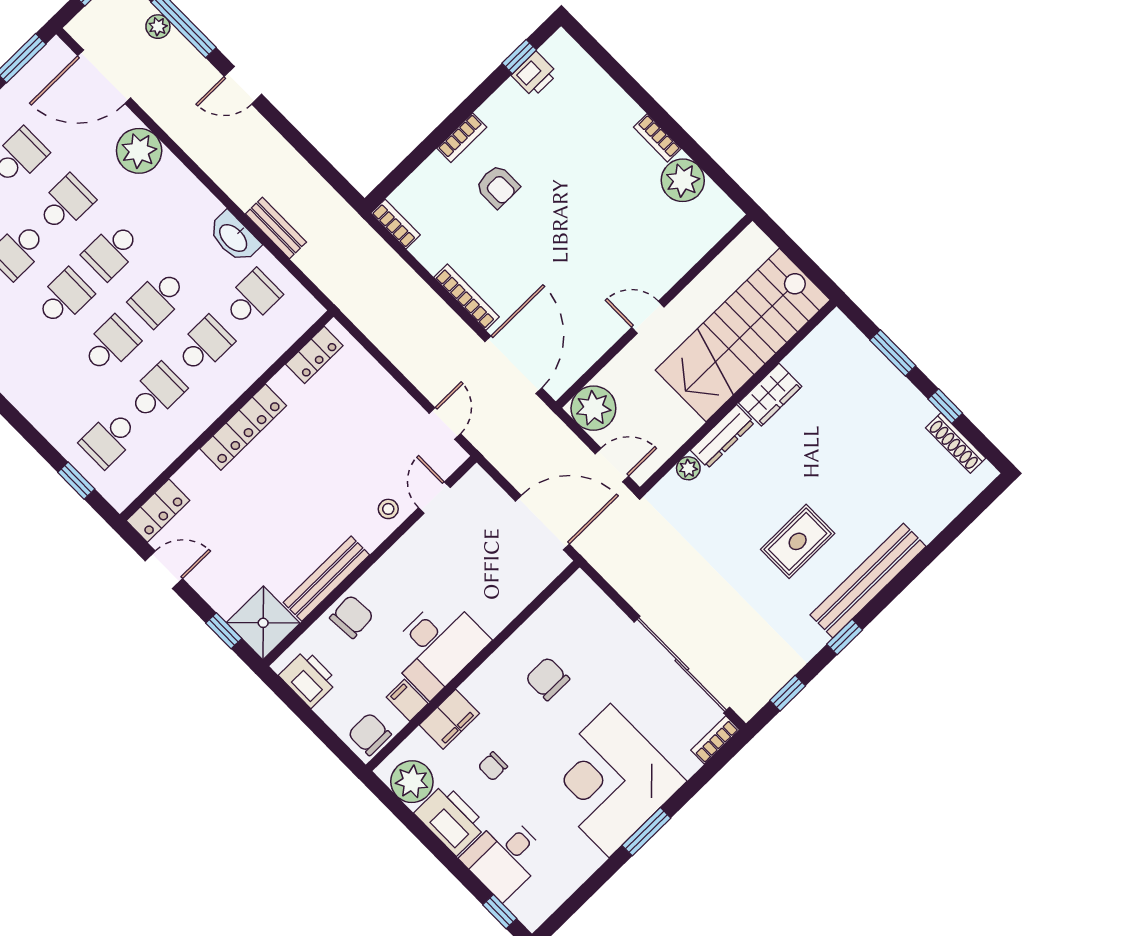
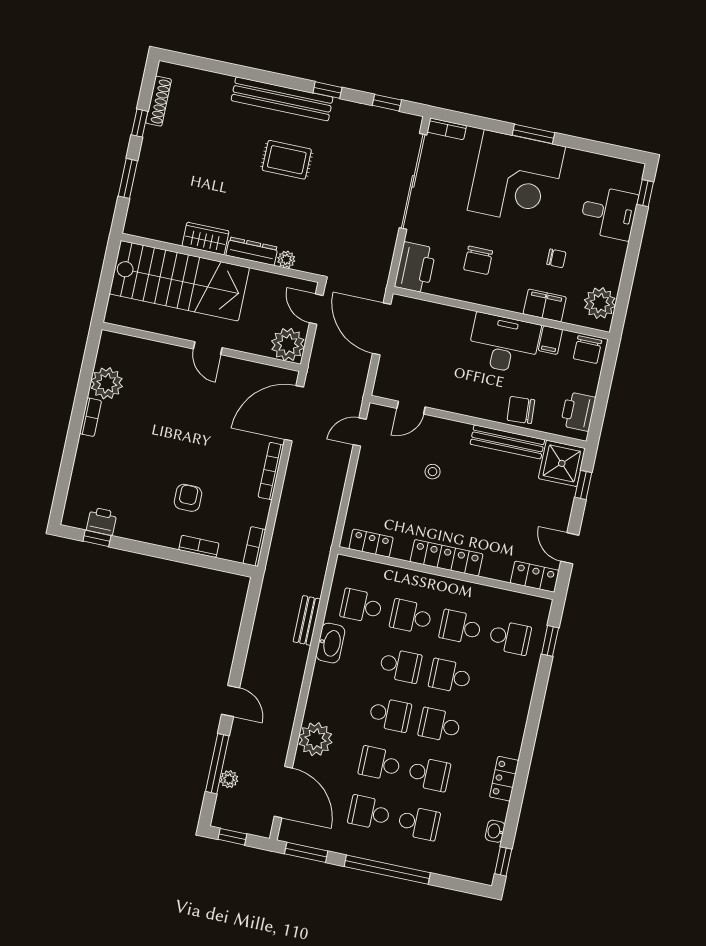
bookcase: (462, 138) -> (199, 546), moved
stool: (388, 509) -> (433, 472), moved
printer: (451, 819) -> (415, 267), moved, turned 180

